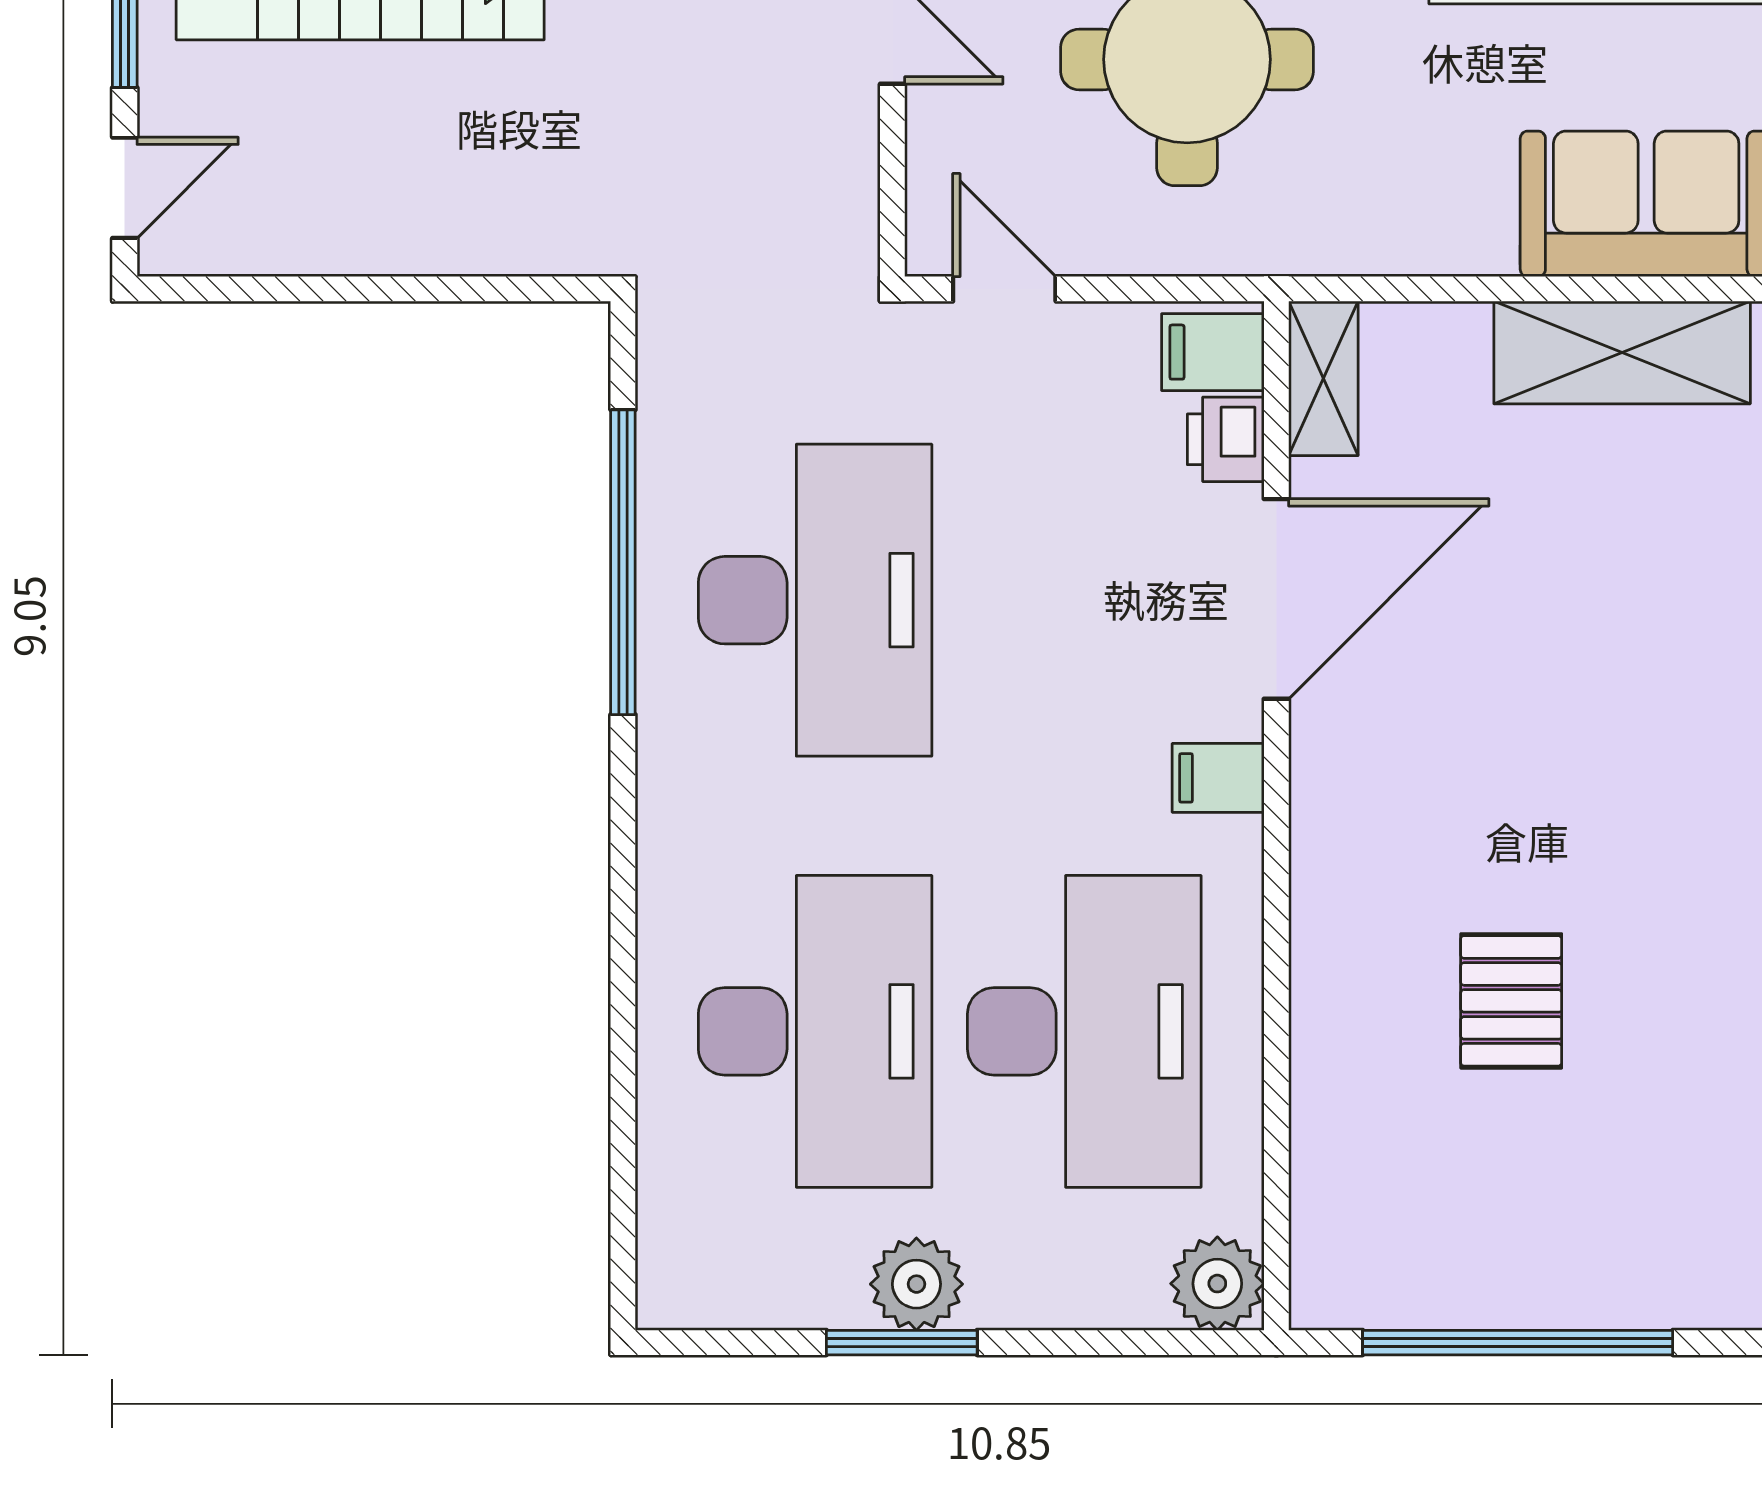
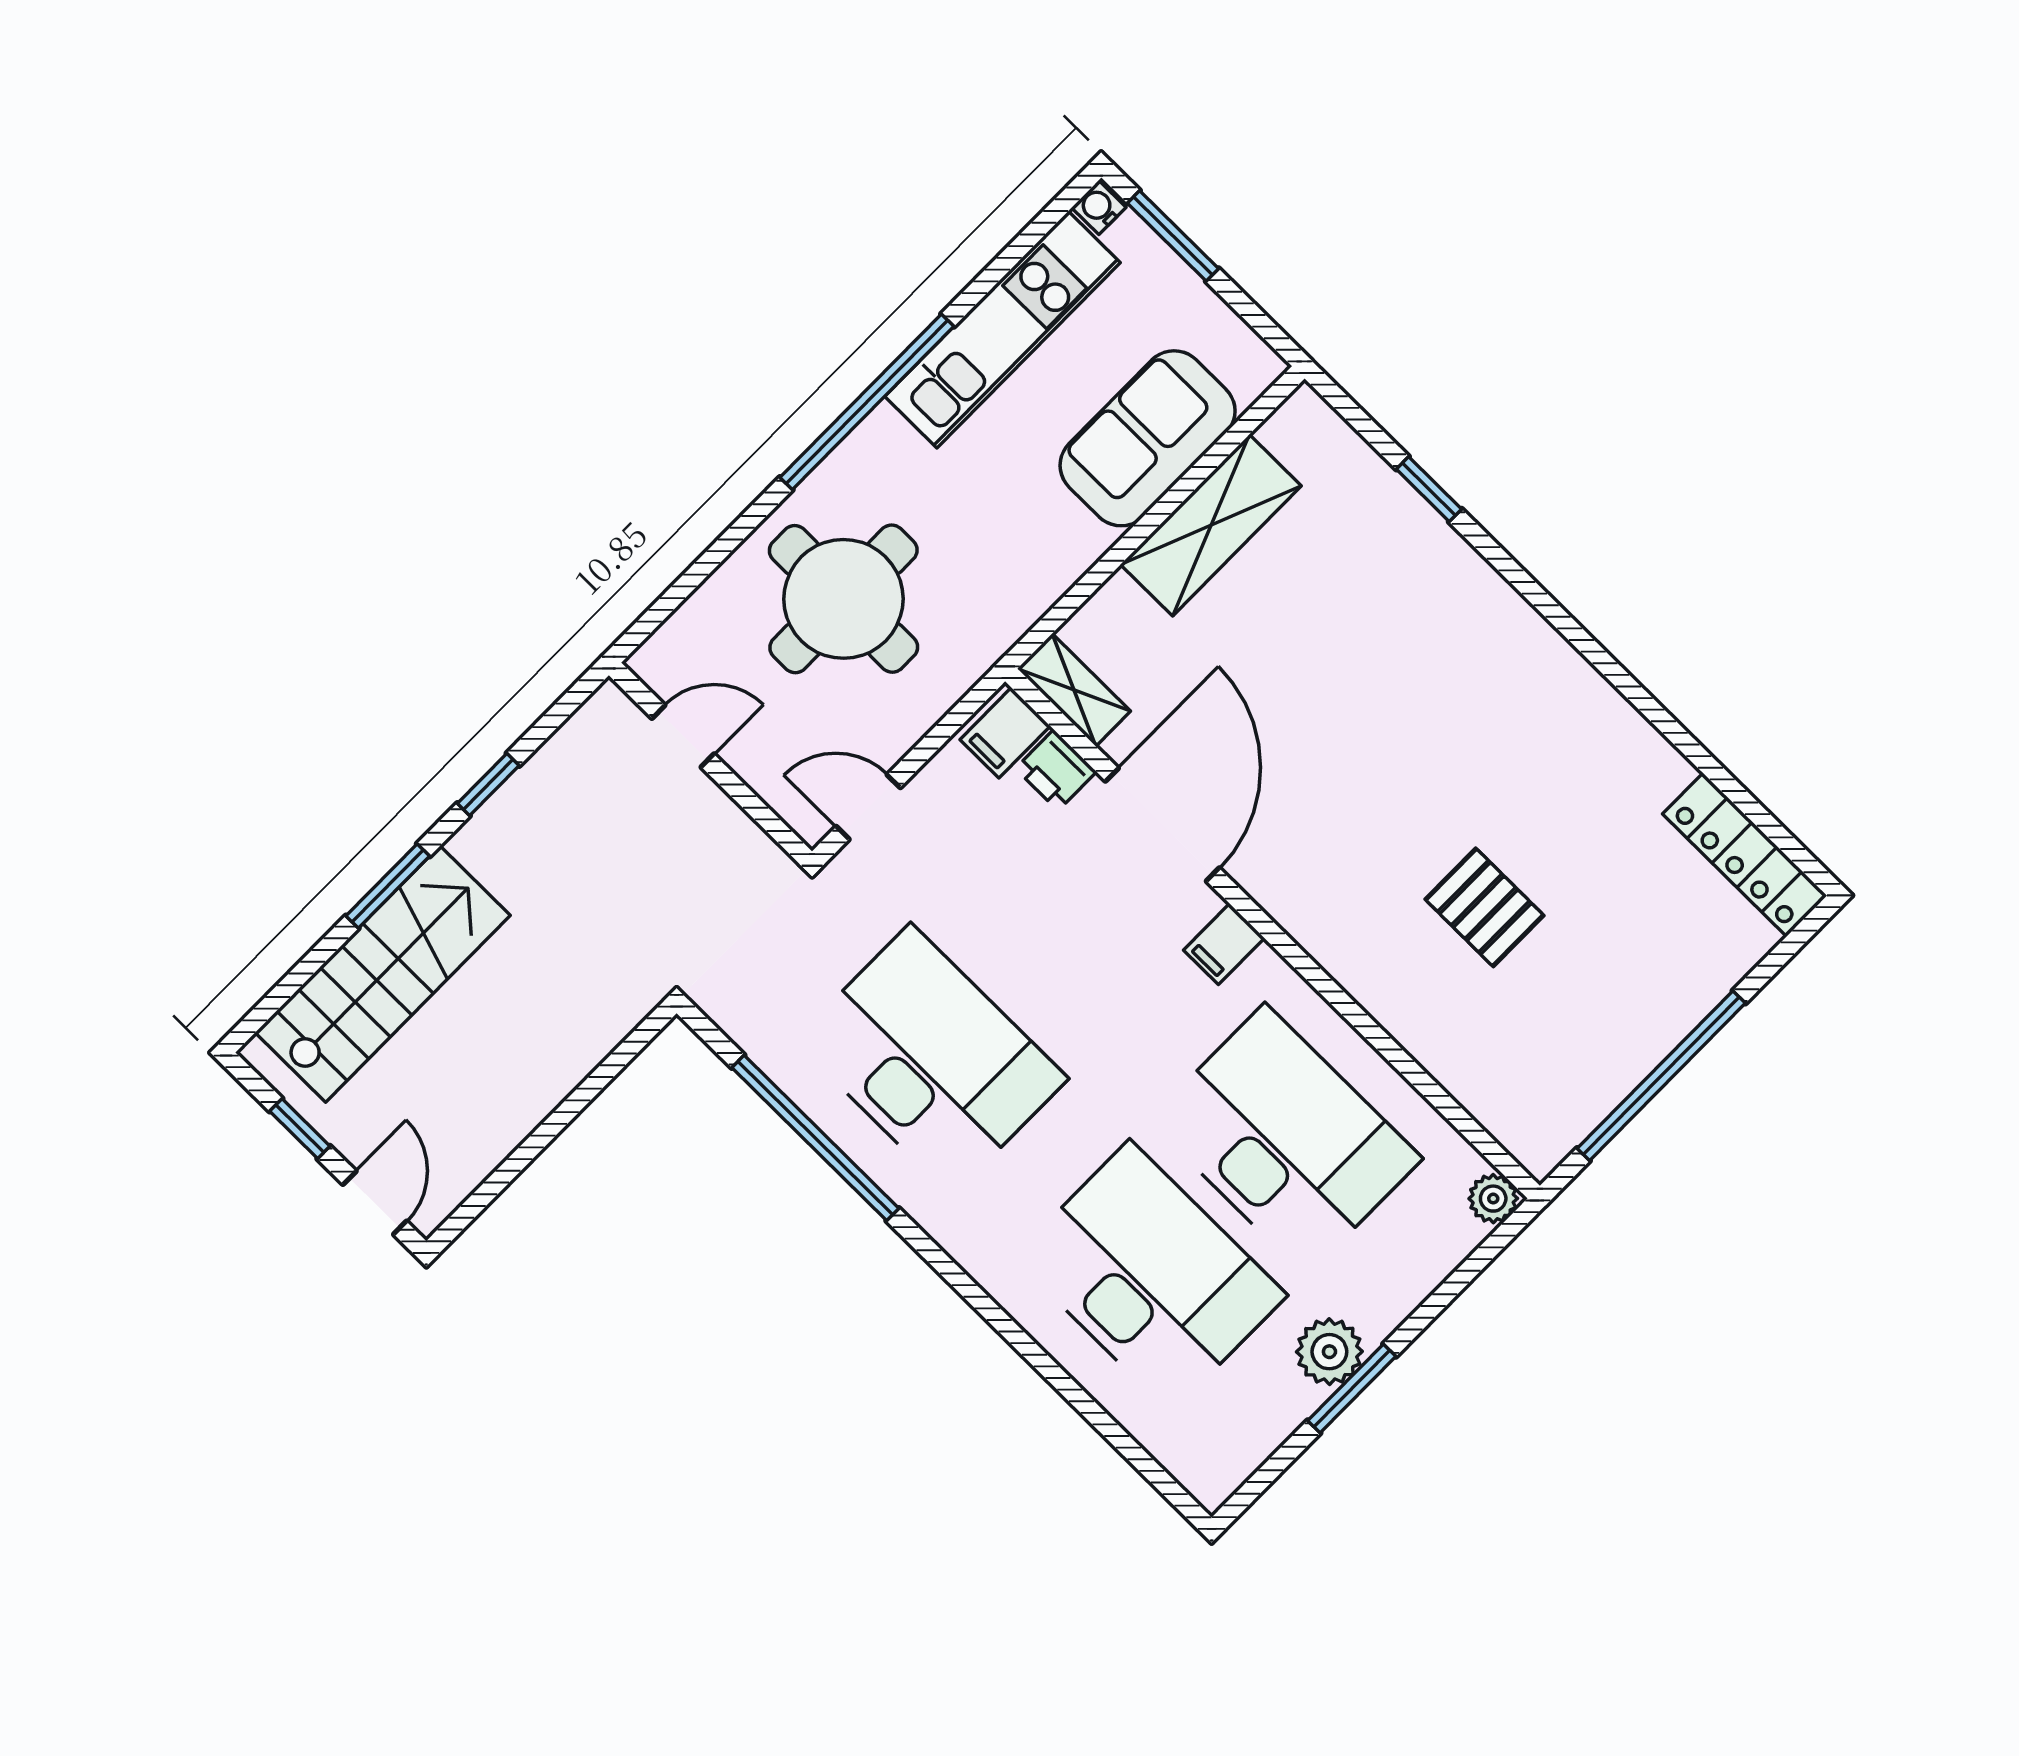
plant: (1217, 1284) -> (1493, 1199), width x0.73, depth x0.73

